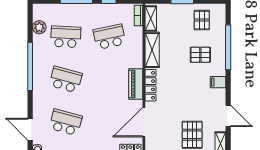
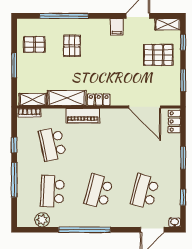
filing cabinet: (218, 82) -> (117, 27), moved
piano: (136, 84) -> (83, 116), moved
locker: (151, 85) -> (99, 100), width x0.66

